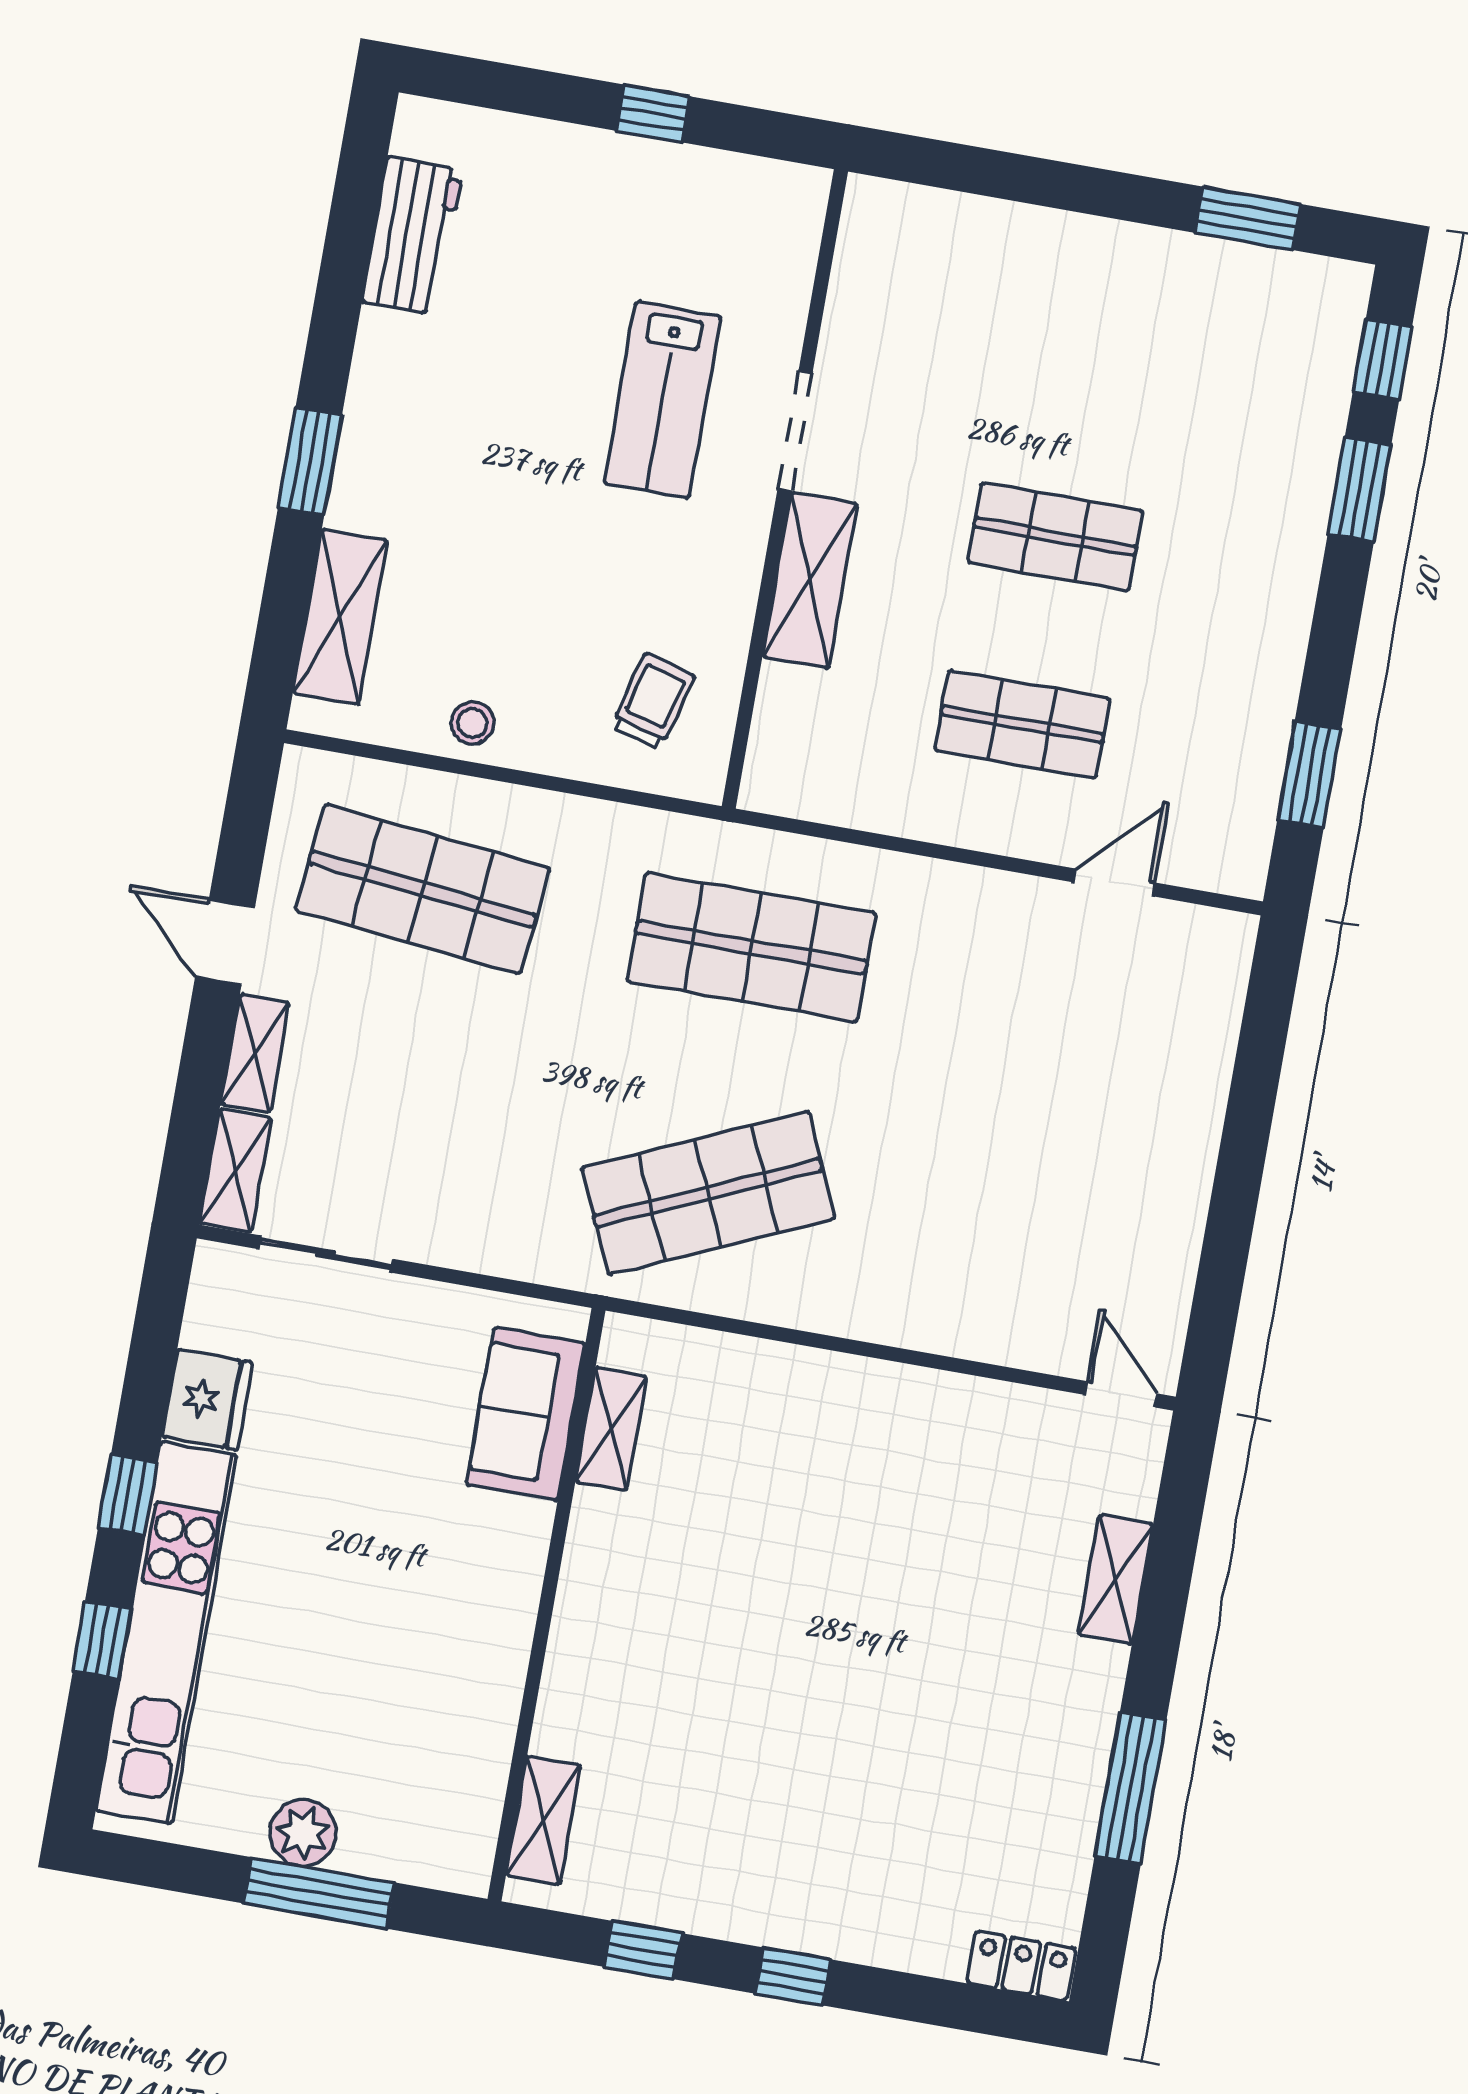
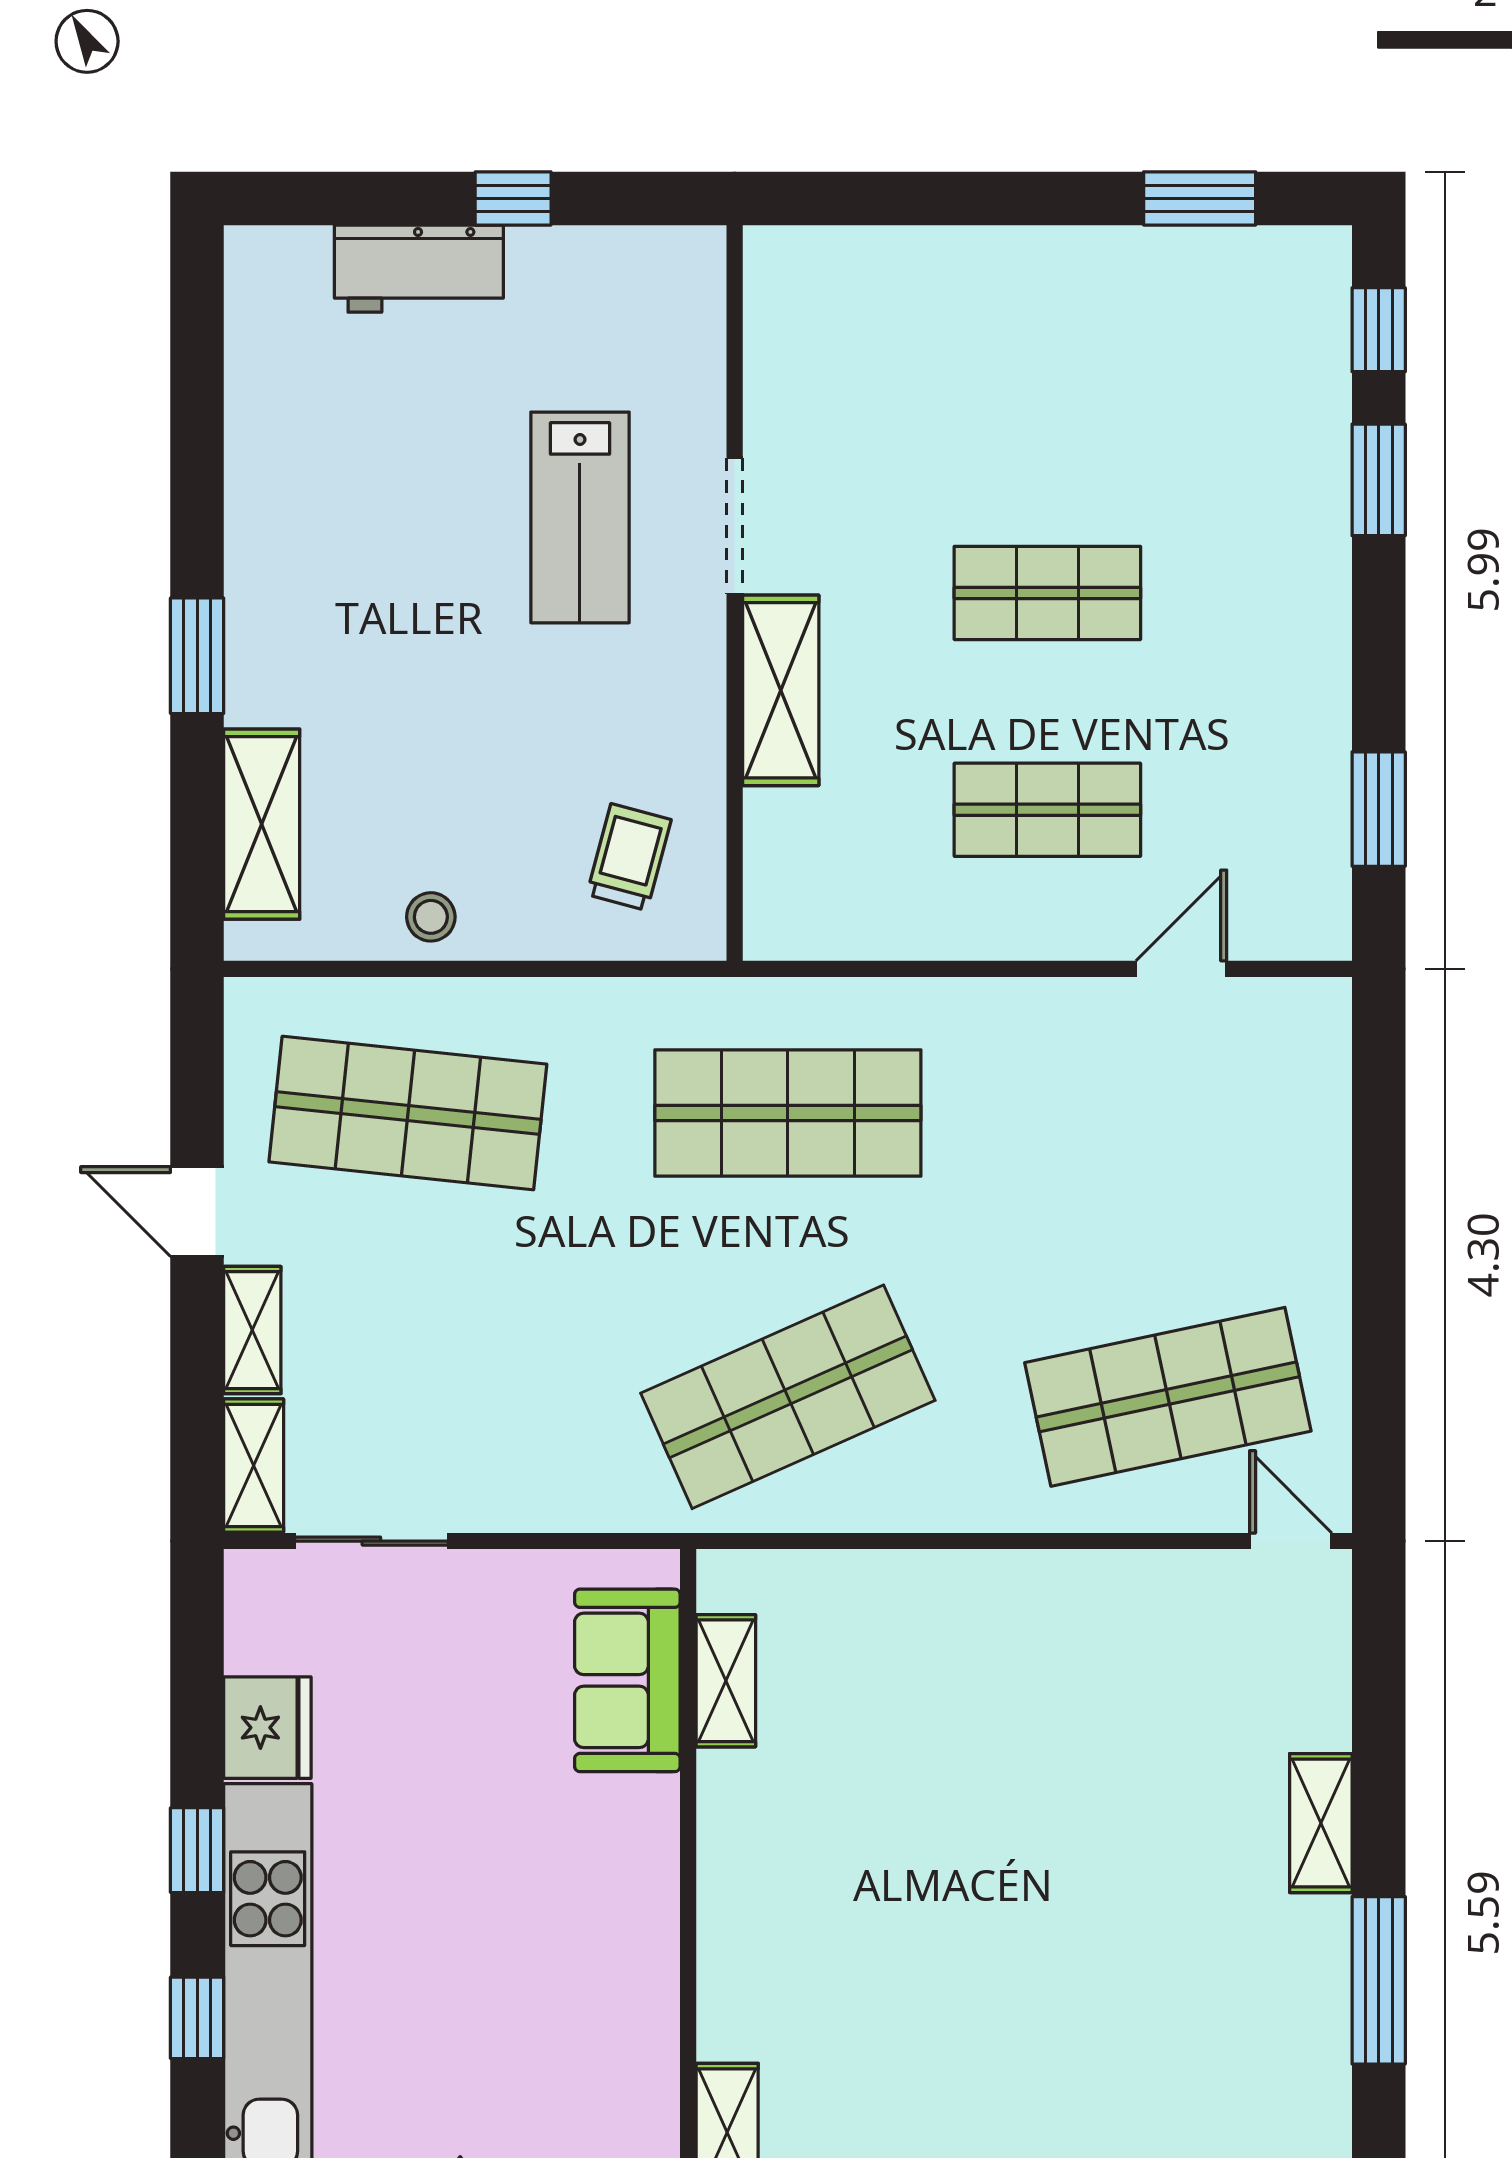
workbench: (412, 236) -> (419, 269), moved, turned 90
shop shelf: (1037, 1251) -> (1168, 1397), added
shelving: (1116, 1579) -> (1321, 1823), moved

